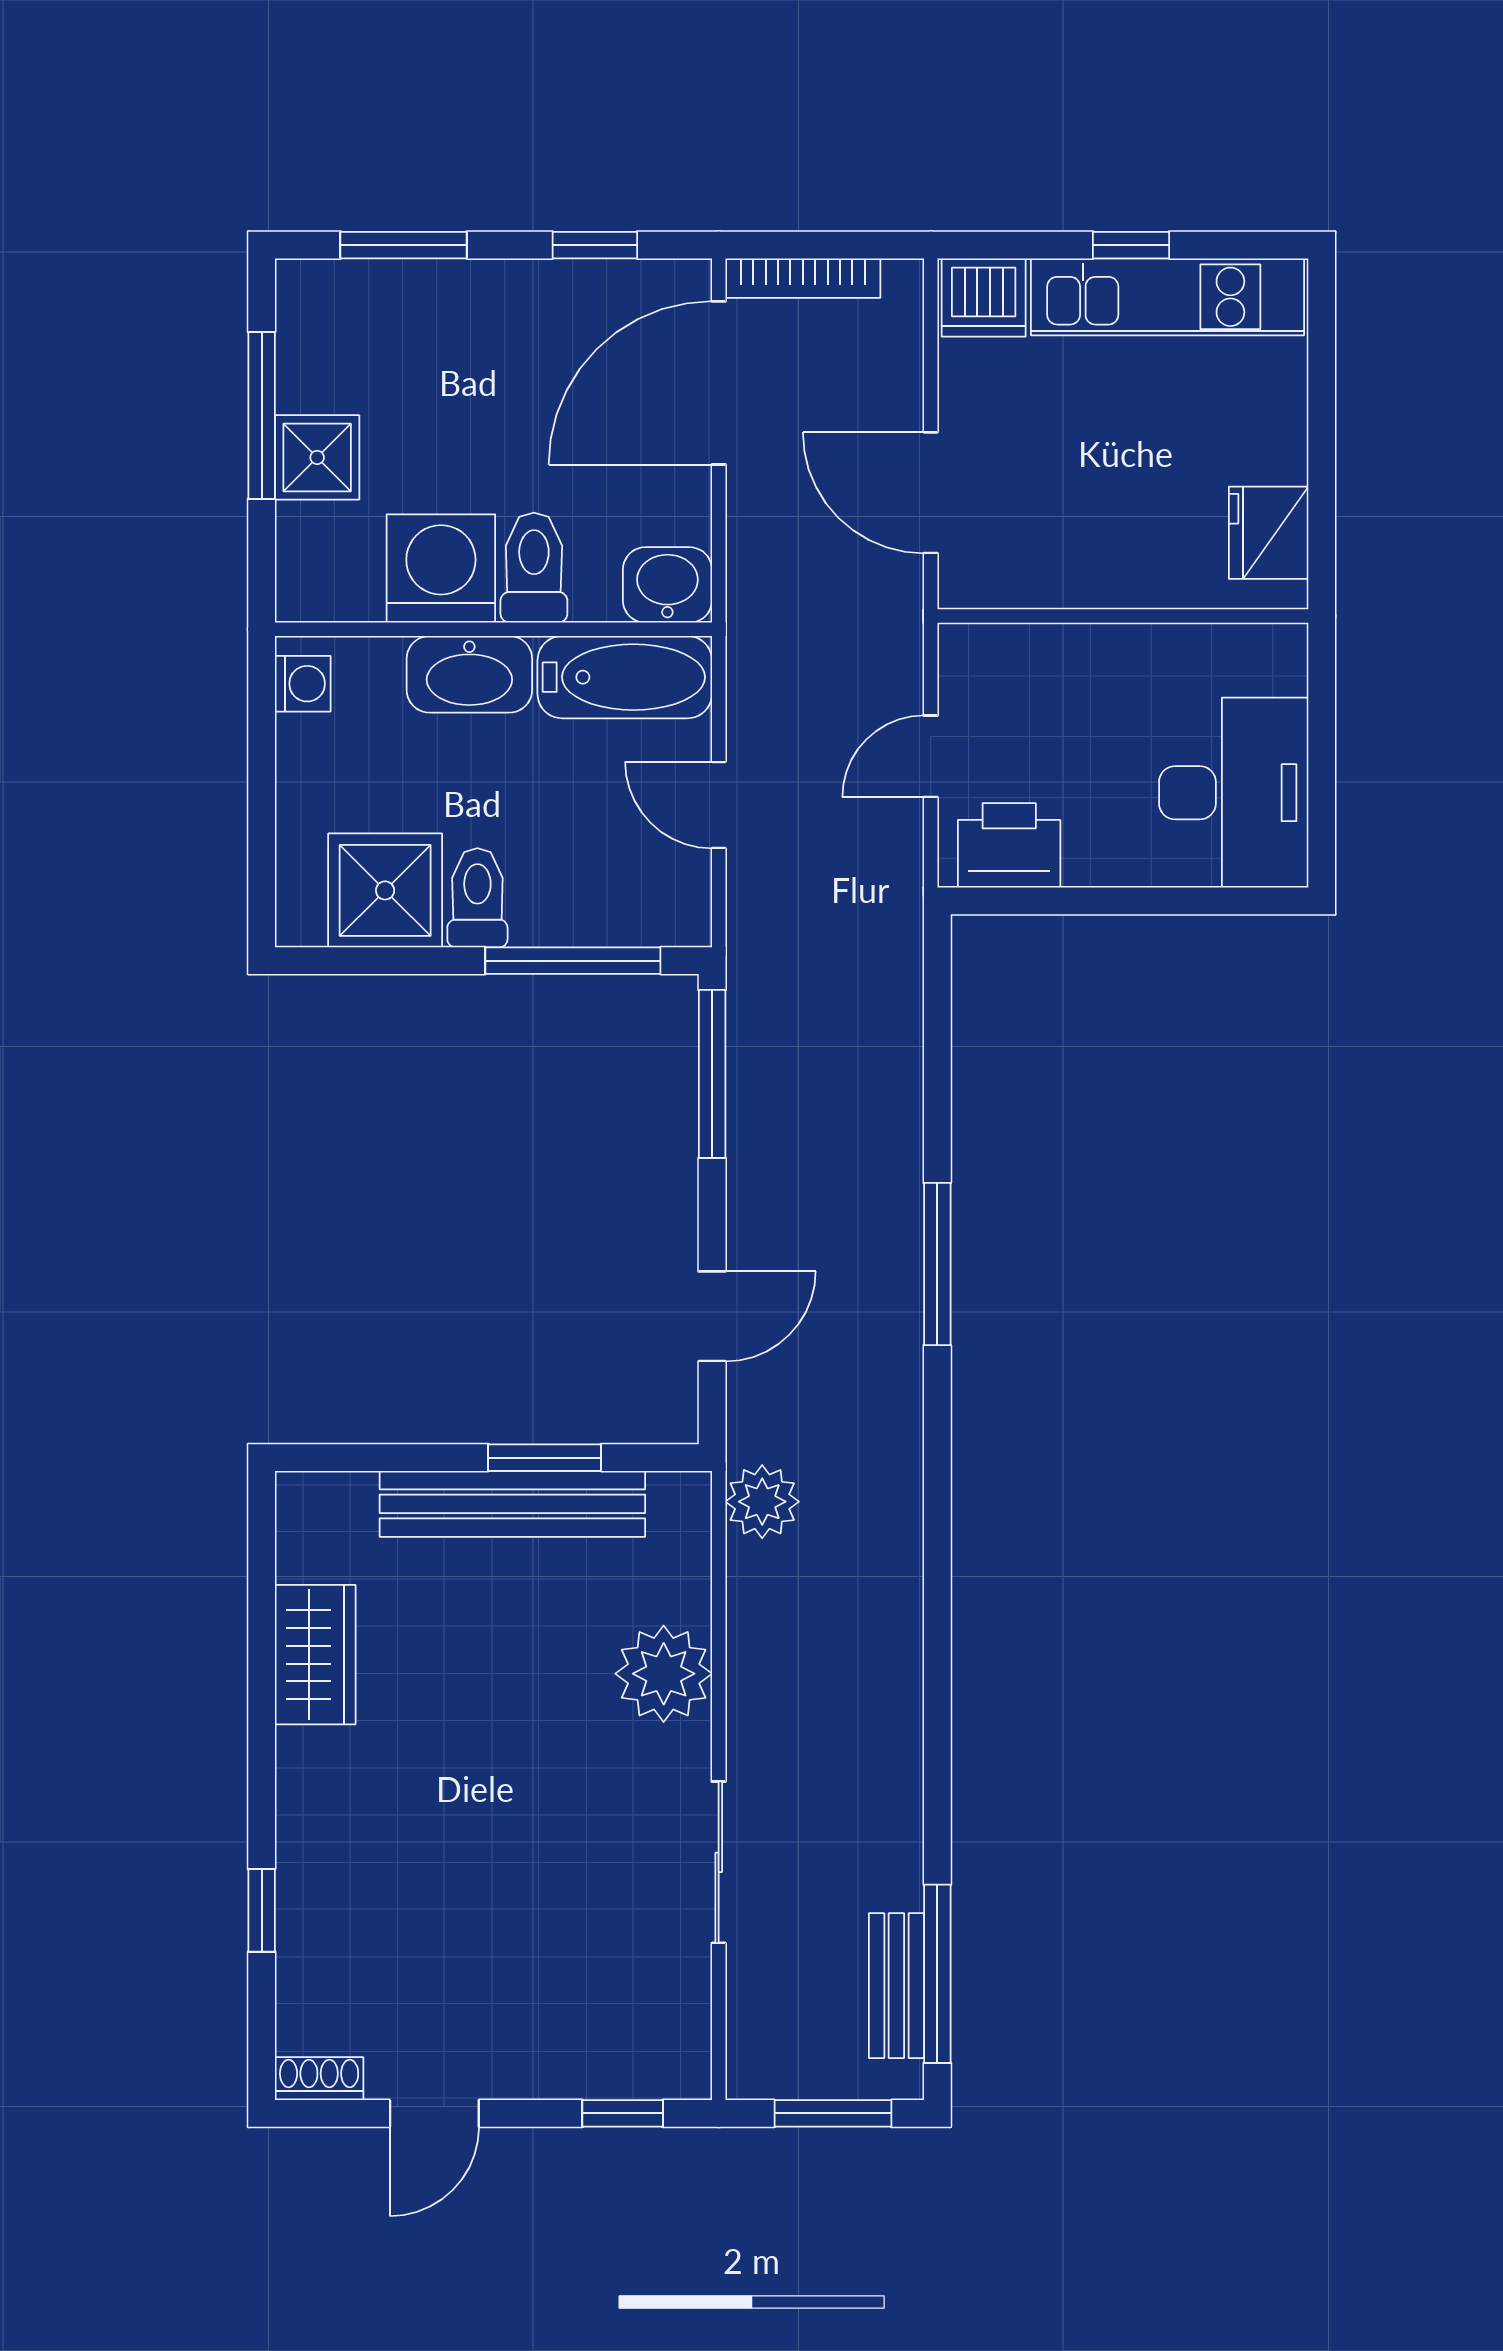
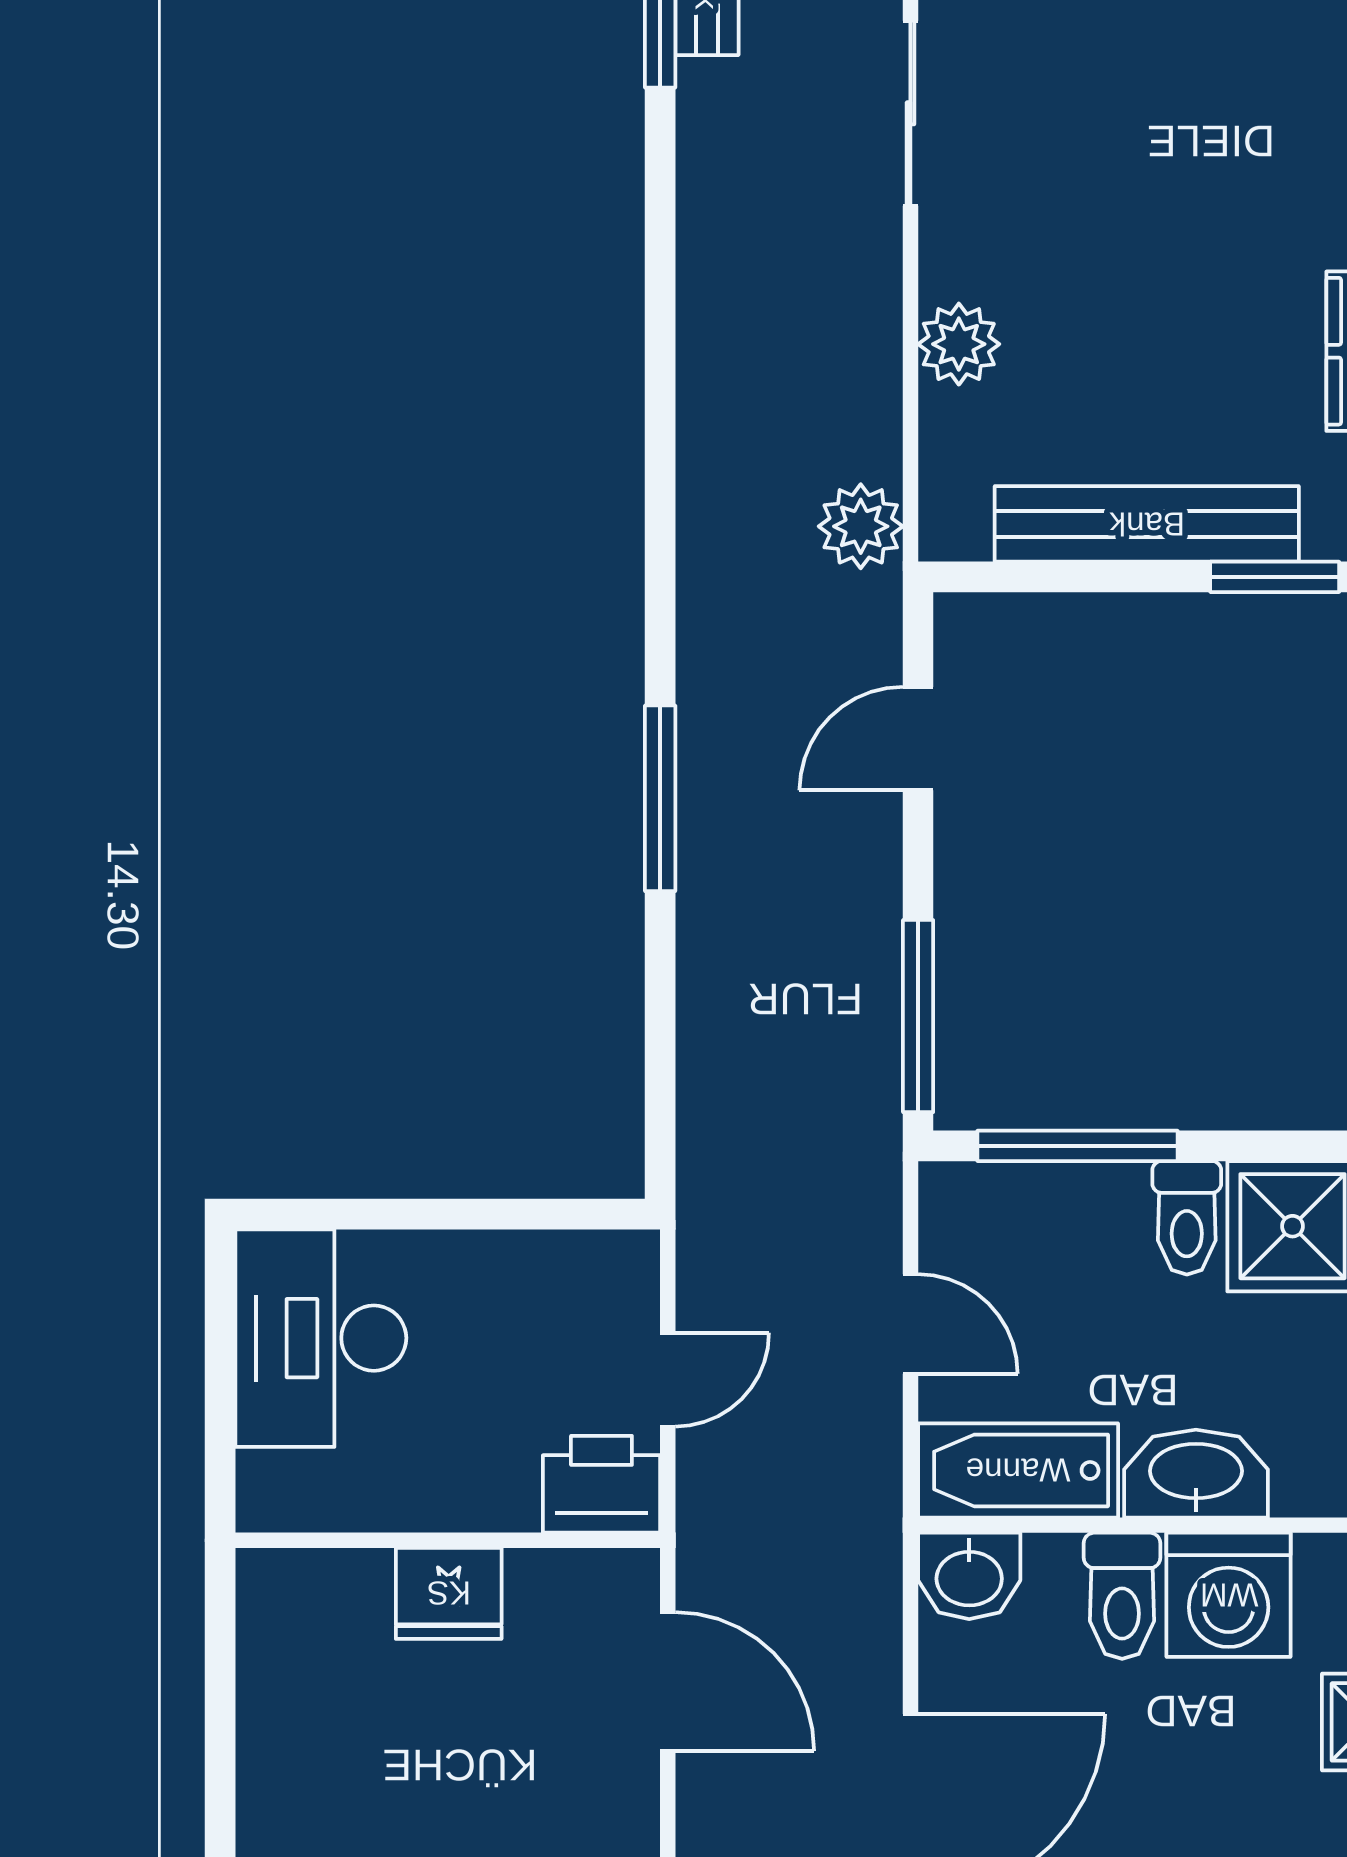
fridge: (1269, 533) -> (449, 1593), moved, turned 90
printer: (1009, 845) -> (601, 1484), moved, turned 180
window: (545, 1458) -> (1275, 577), moved
plant: (664, 1674) -> (959, 344), width x0.73, depth x0.73

